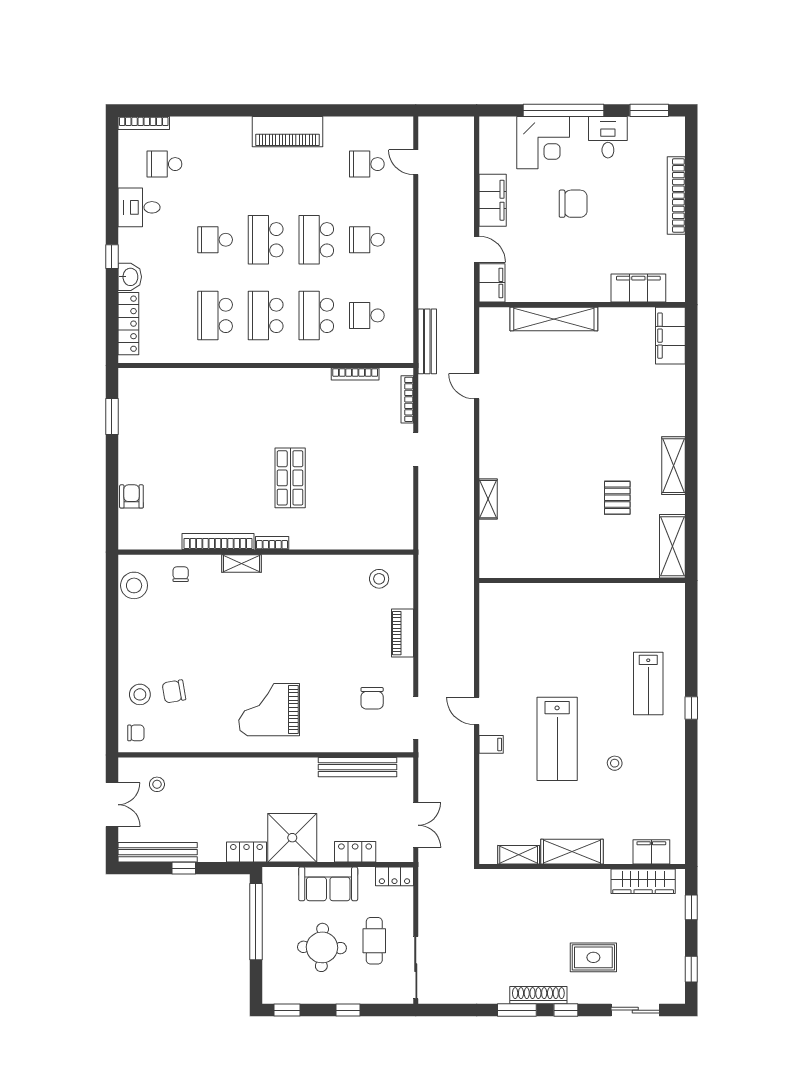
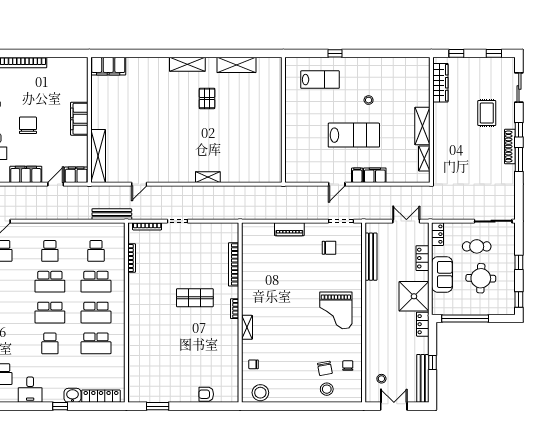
filing cabinet: (638, 288) -> (79, 119), moved
shelving: (554, 319) -> (98, 156), moved
pallet: (617, 498) -> (207, 98), turned 90
bookcase: (218, 542) -> (234, 264), moved
stool: (379, 579) -> (256, 243), removed
wall: (582, 580) -> (283, 120), moved
chair: (136, 733) -> (348, 366), moved
filing cabinet: (651, 852) -> (375, 175), moved, turned 90

